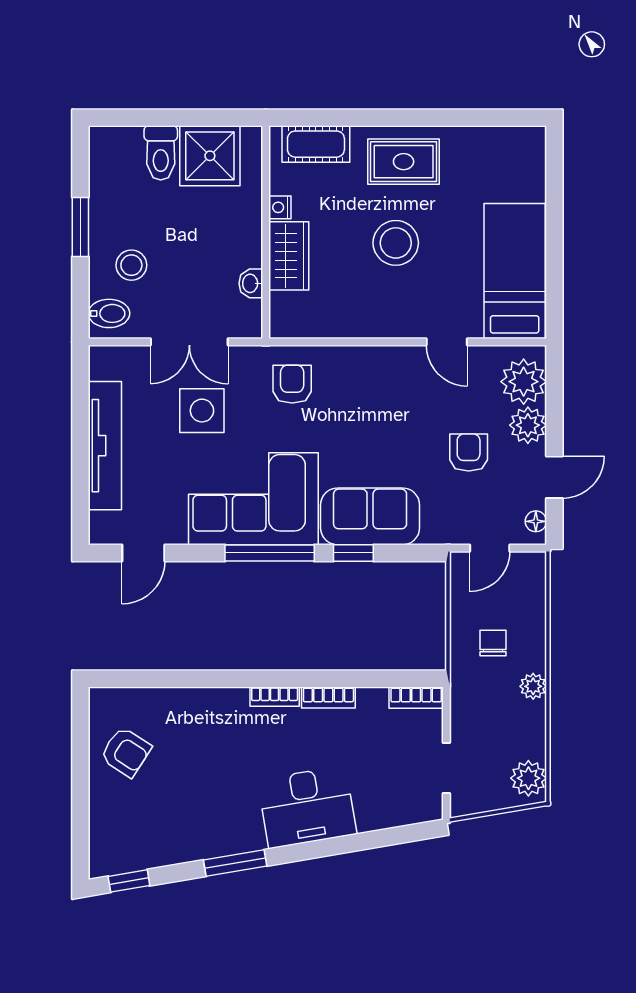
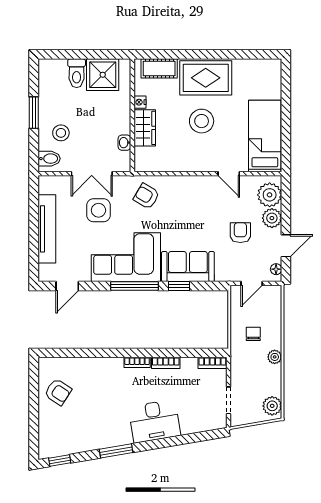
rug: (404, 162) -> (206, 78), width x1.36, depth x1.43
armchair: (292, 384) -> (146, 196), turned -59

